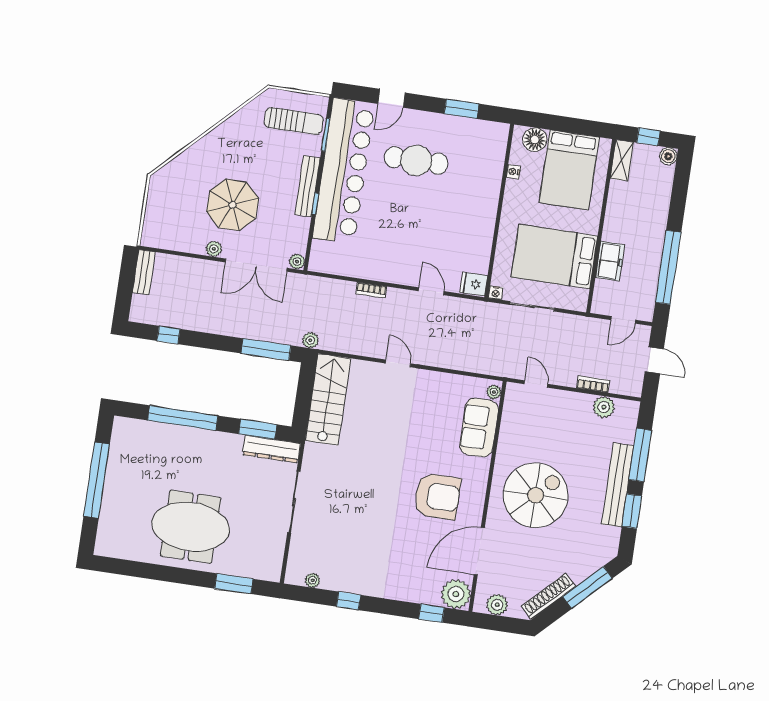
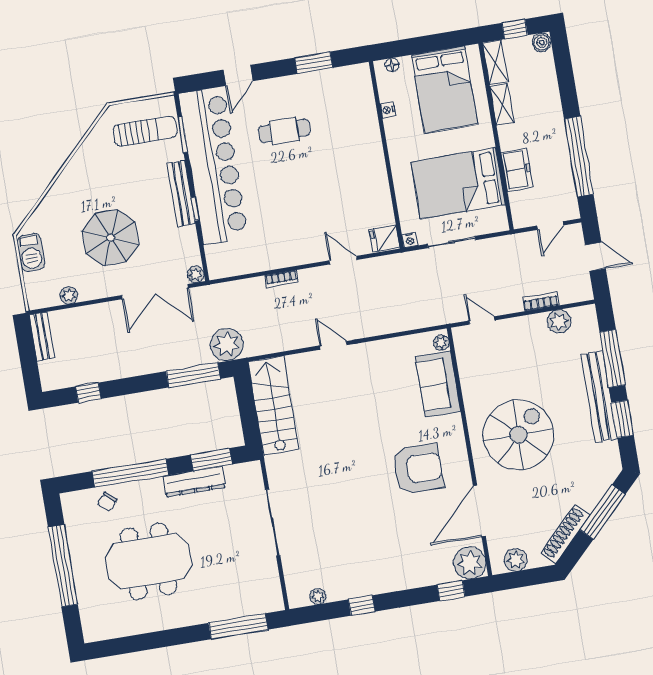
floor lamp: (535, 140) -> (392, 65), width x0.53, depth x0.53
cafe table: (416, 160) -> (284, 131), width x0.73, depth x0.74
barbecue: (158, 195) -> (31, 253), added
shelving: (615, 200) -> (502, 105), added
plant: (214, 249) -> (69, 295), moved
plant: (310, 340) -> (227, 345), width x1.87, depth x1.87
chair: (154, 436) -> (107, 502), added
dresser: (272, 449) -> (194, 482), moved
meeting table: (191, 527) -> (149, 561), moved
window: (234, 584) -> (238, 626), width x1.44

